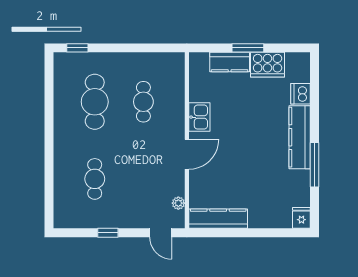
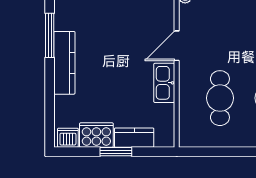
dishwasher: (300, 94) -> (68, 138), moved, turned -90
cafe table: (143, 102) -> (220, 98), width x1.37, depth x1.35
kitchen sink: (199, 117) -> (164, 83), width x1.38

